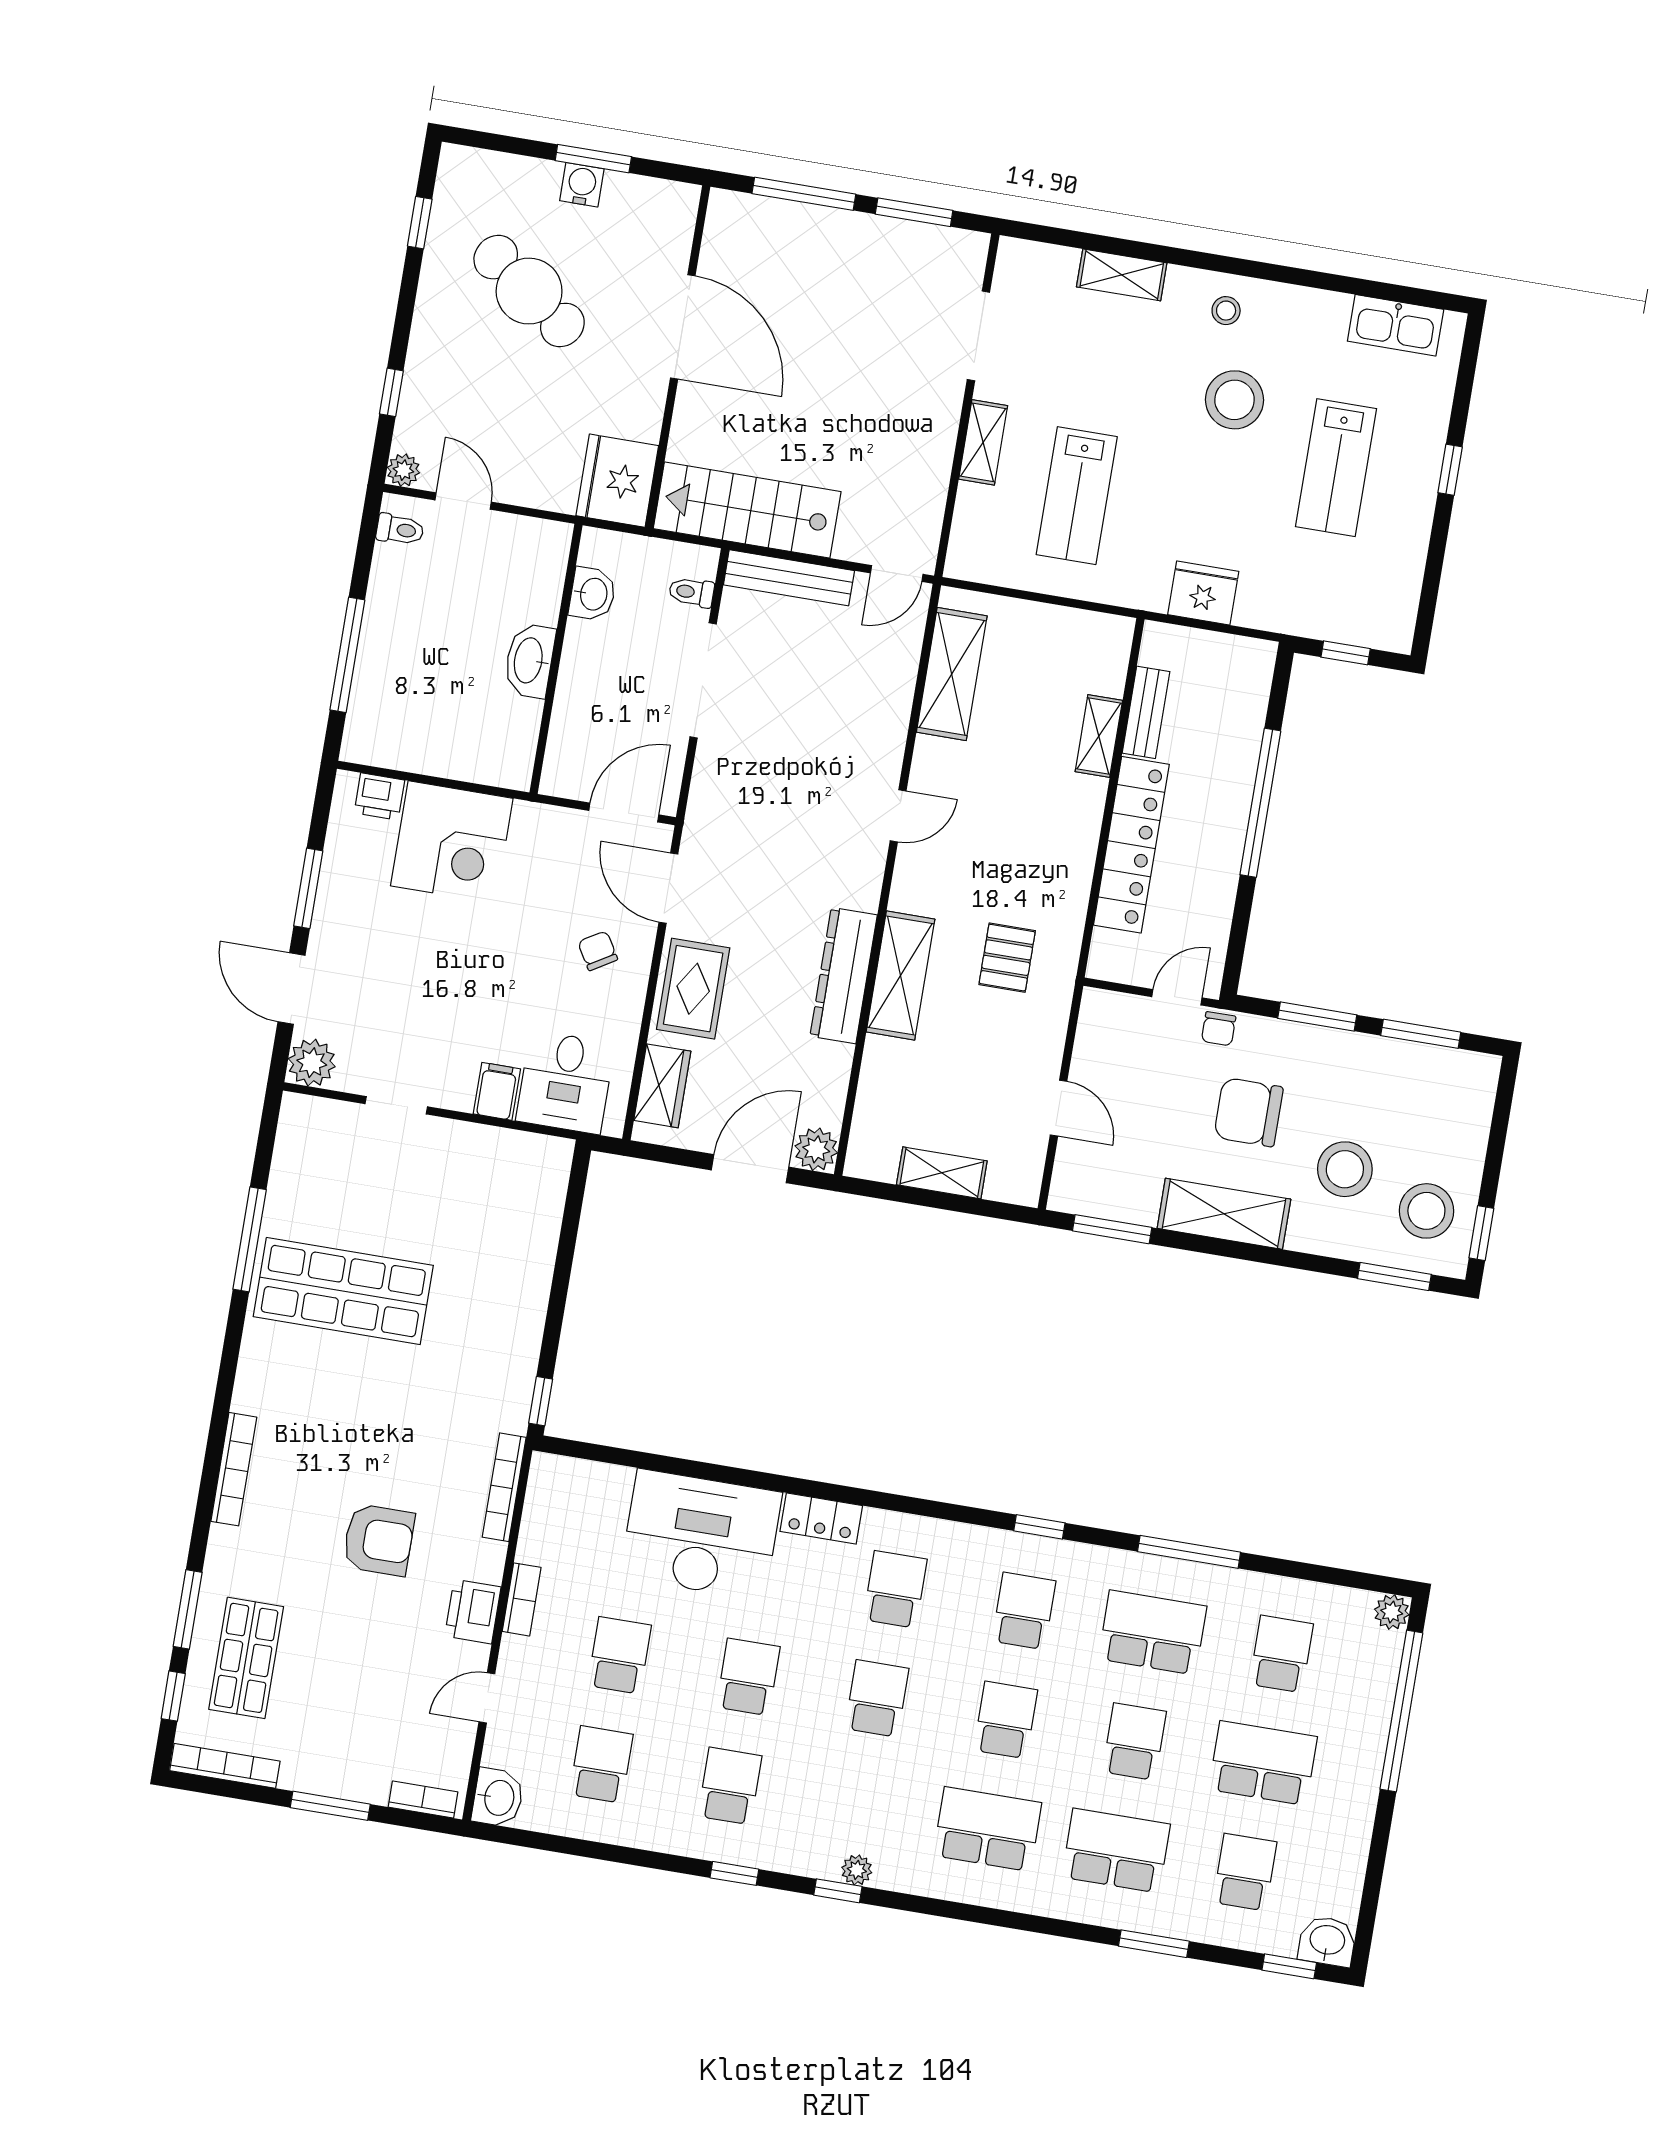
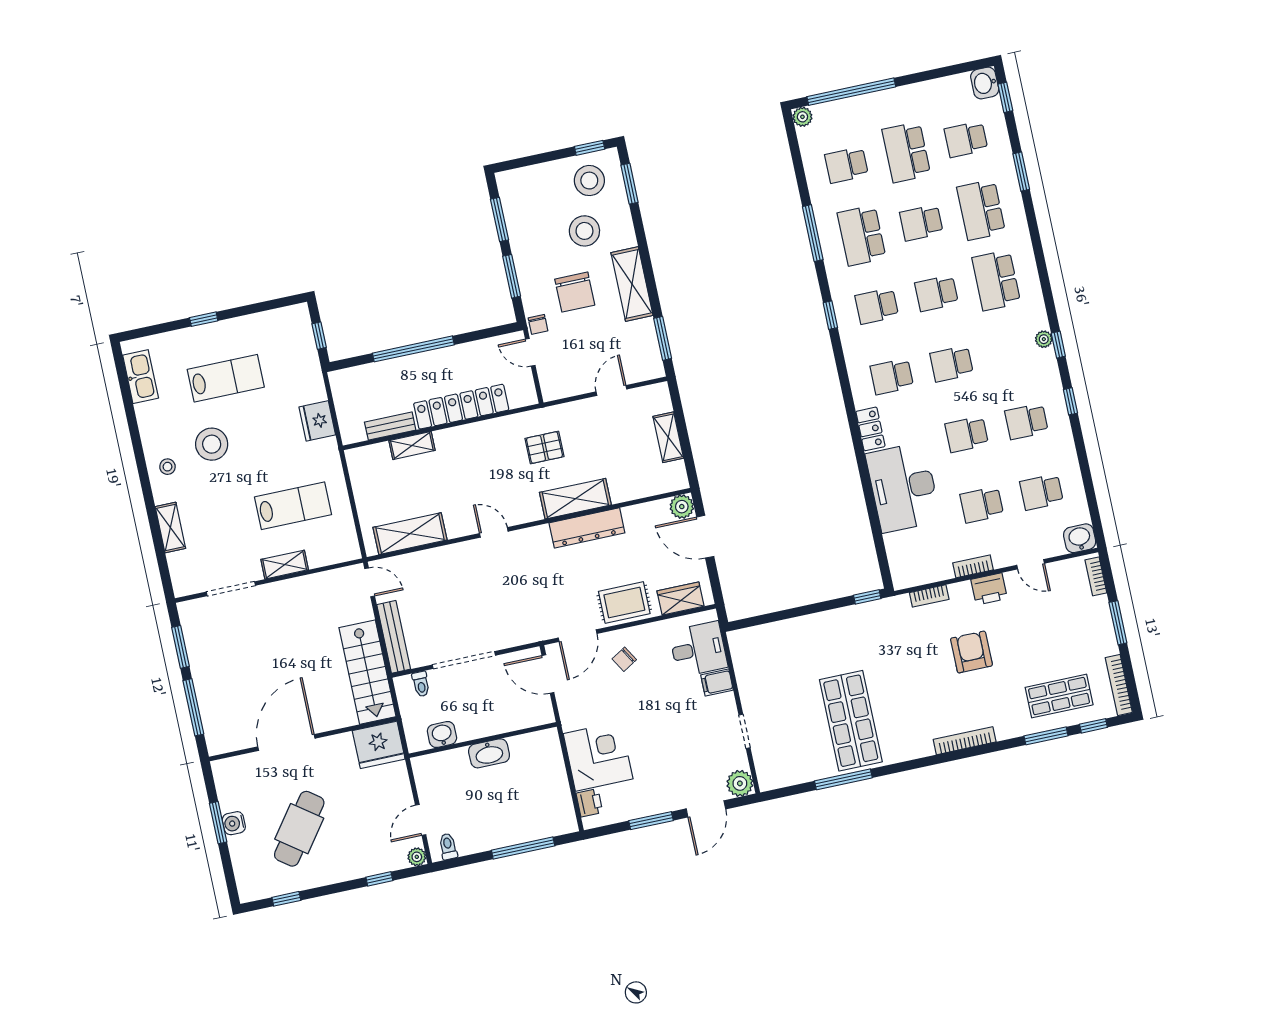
chair: (1219, 1029) -> (538, 324), turned 90
bookcase: (504, 1487) -> (929, 596), width x0.64

